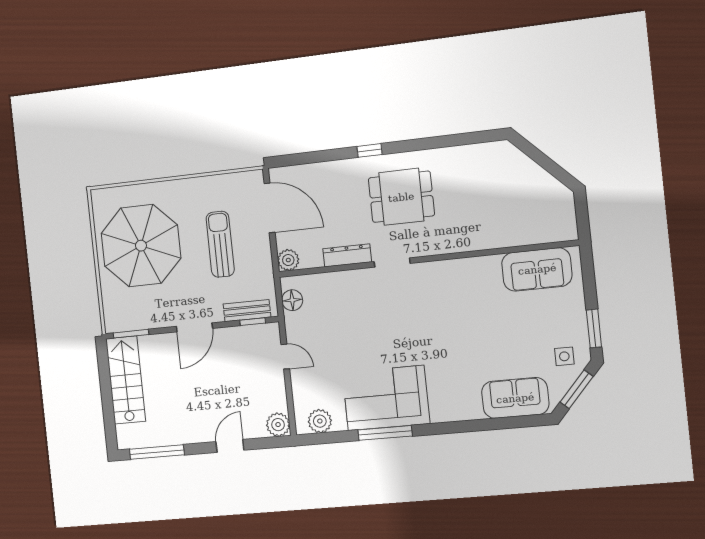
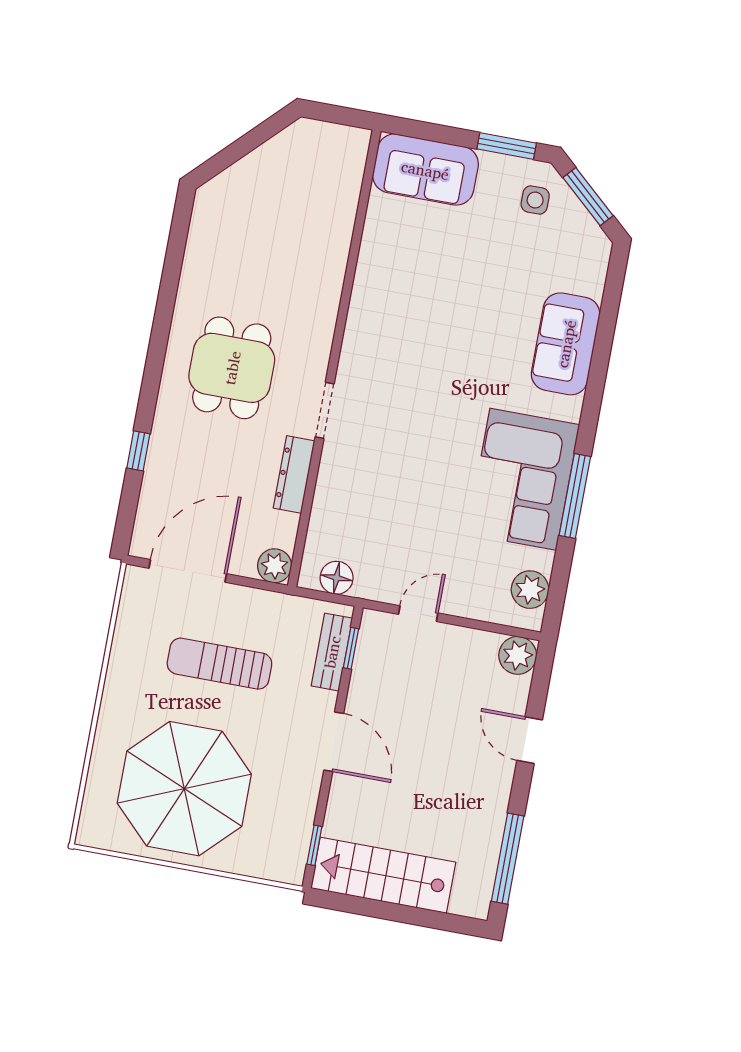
window: (369, 150) -> (138, 451), moved
sofa: (537, 269) -> (425, 170), moved, turned 90
window: (131, 334) -> (314, 845), width x0.67
sofa: (515, 398) -> (566, 344), moved

